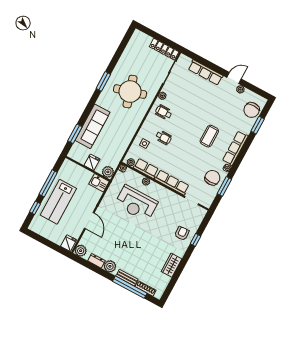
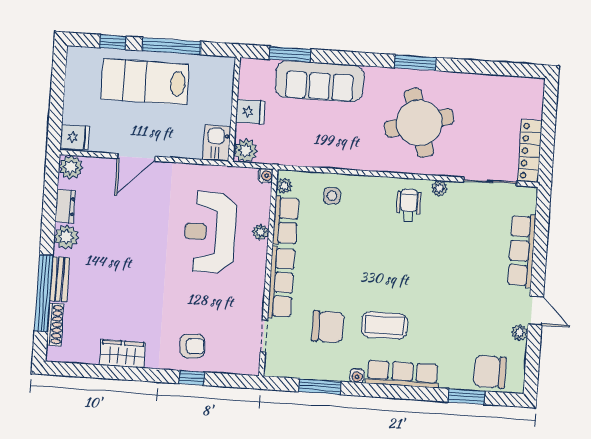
coffee table: (209, 136) -> (384, 325), moved
wheelchair: (164, 138) -> (360, 227), removed
chair: (212, 178) -> (328, 327), moved

